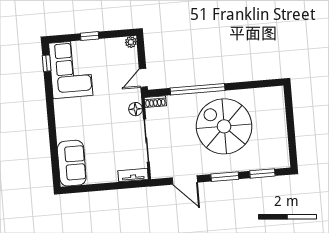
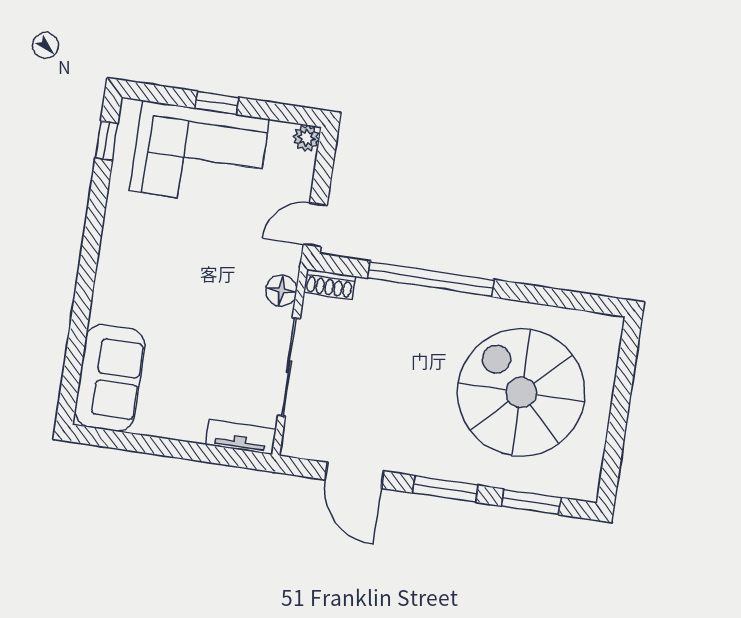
corner sofa: (71, 69) -> (199, 155), moved, turned 90
spiral stairs: (224, 126) -> (521, 392), moved

